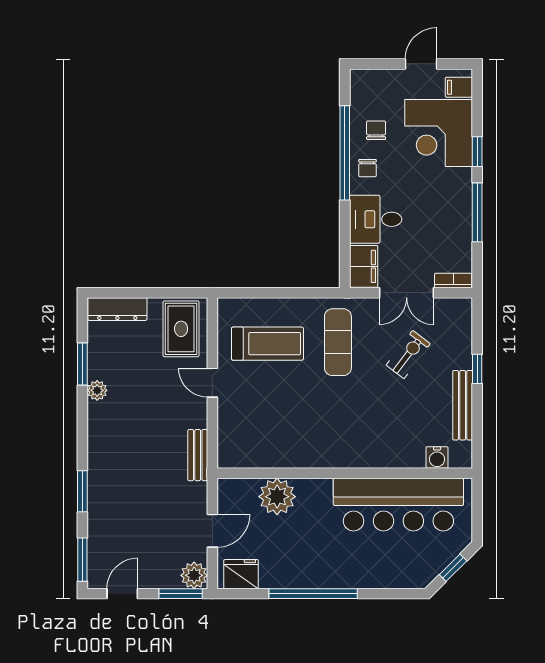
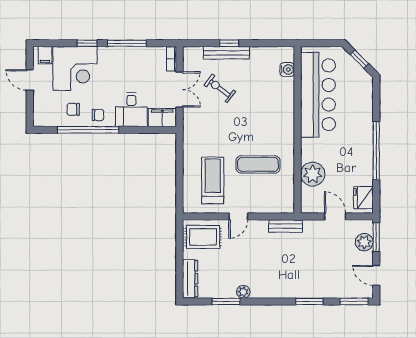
exercise mat: (338, 342) -> (258, 164), moved
bench: (463, 405) -> (226, 53), moved
plant: (194, 575) -> (364, 242), moved

